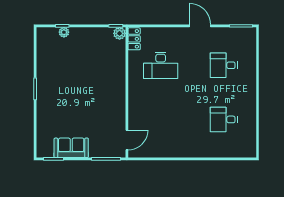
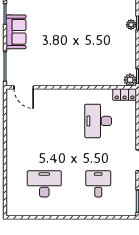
desk: (224, 119) -> (44, 184), width x1.37

